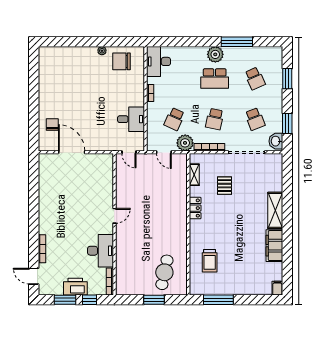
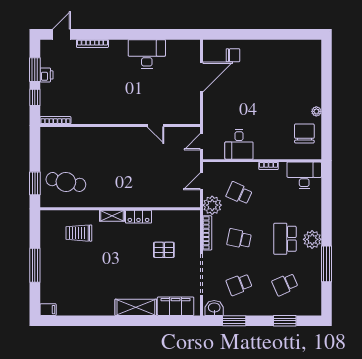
shelving: (194, 175) -> (112, 216), moved
door: (114, 216) -> (156, 125), moved
filing cabinet: (274, 246) -> (176, 306), moved
desk: (100, 251) -> (147, 54), moved, turned 180
printer: (75, 287) -> (47, 75), width x0.53, depth x0.68
window: (154, 300) -> (35, 183), moved
window: (218, 300) -> (35, 265), moved

